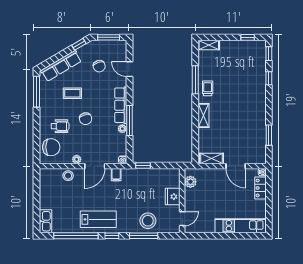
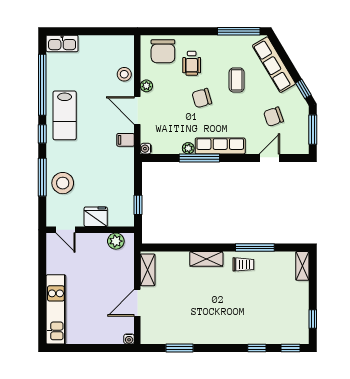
window: (143, 165) -> (138, 205), moved
locker: (260, 188) -> (107, 336), removed

